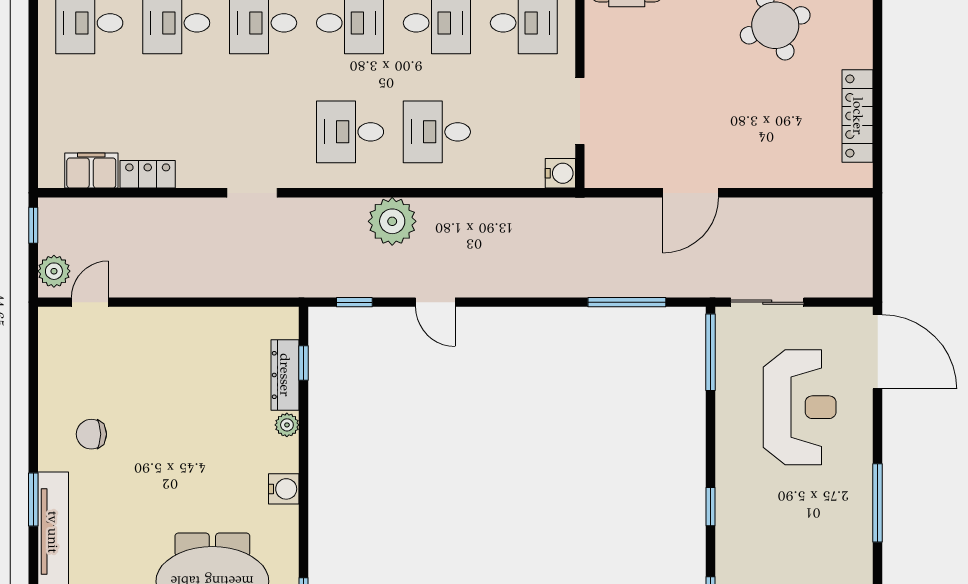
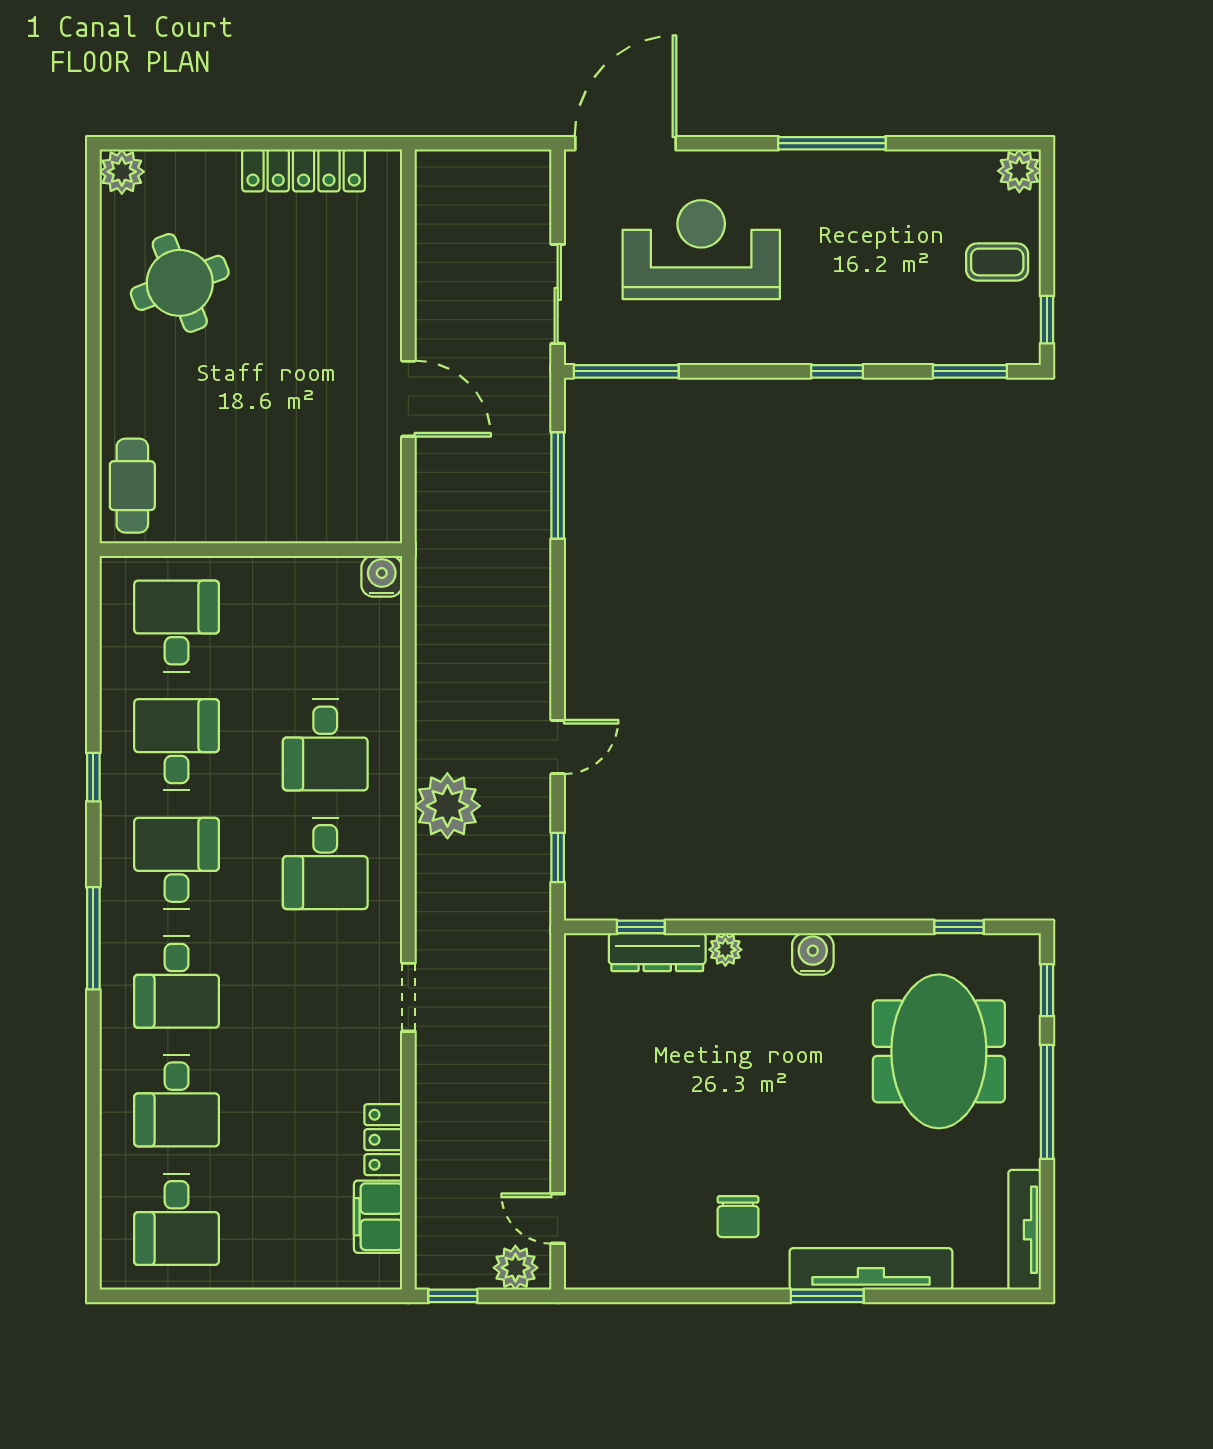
doorway: (580, 111) -> (297, 550), removed

